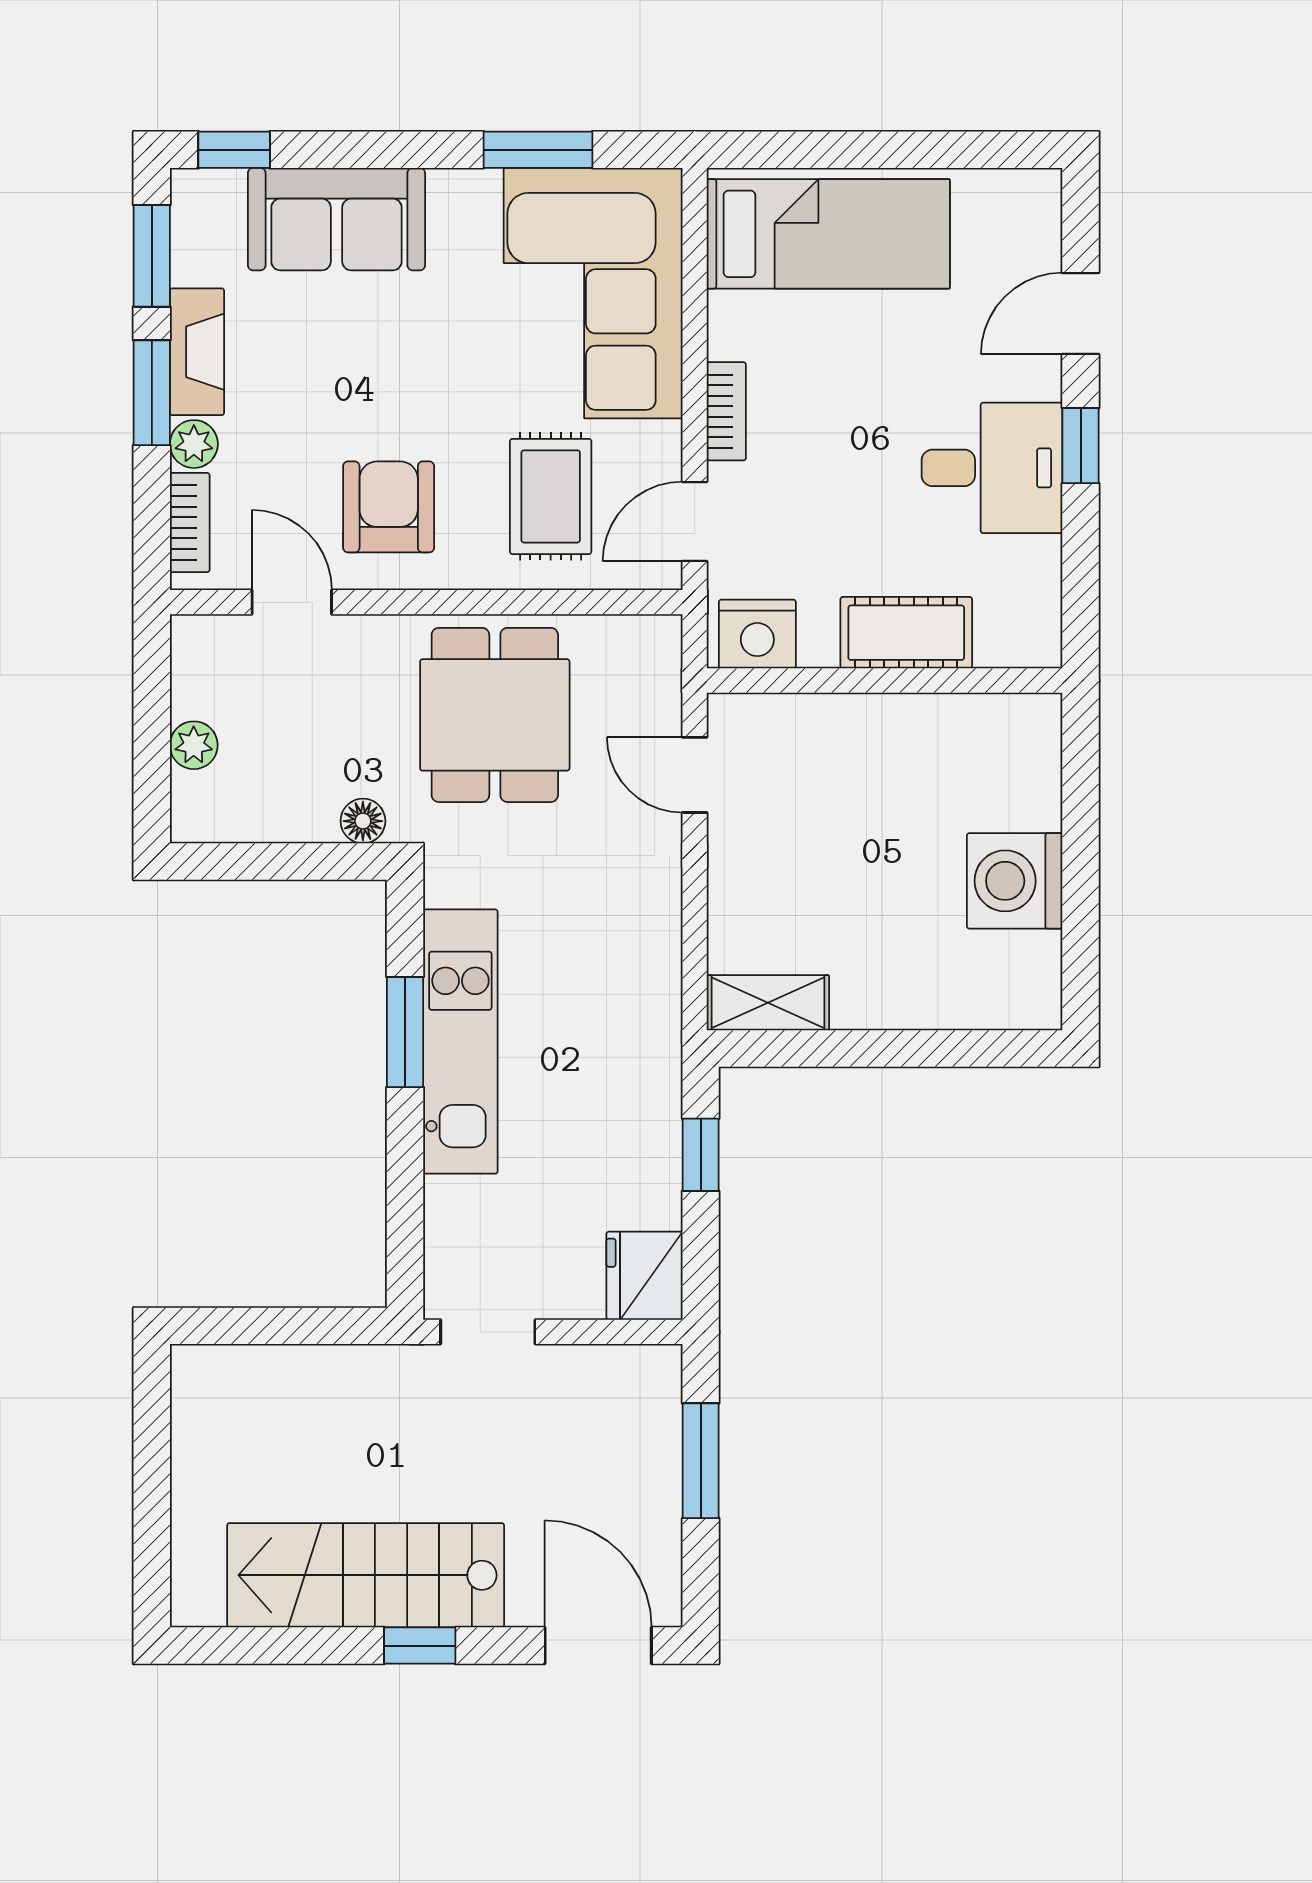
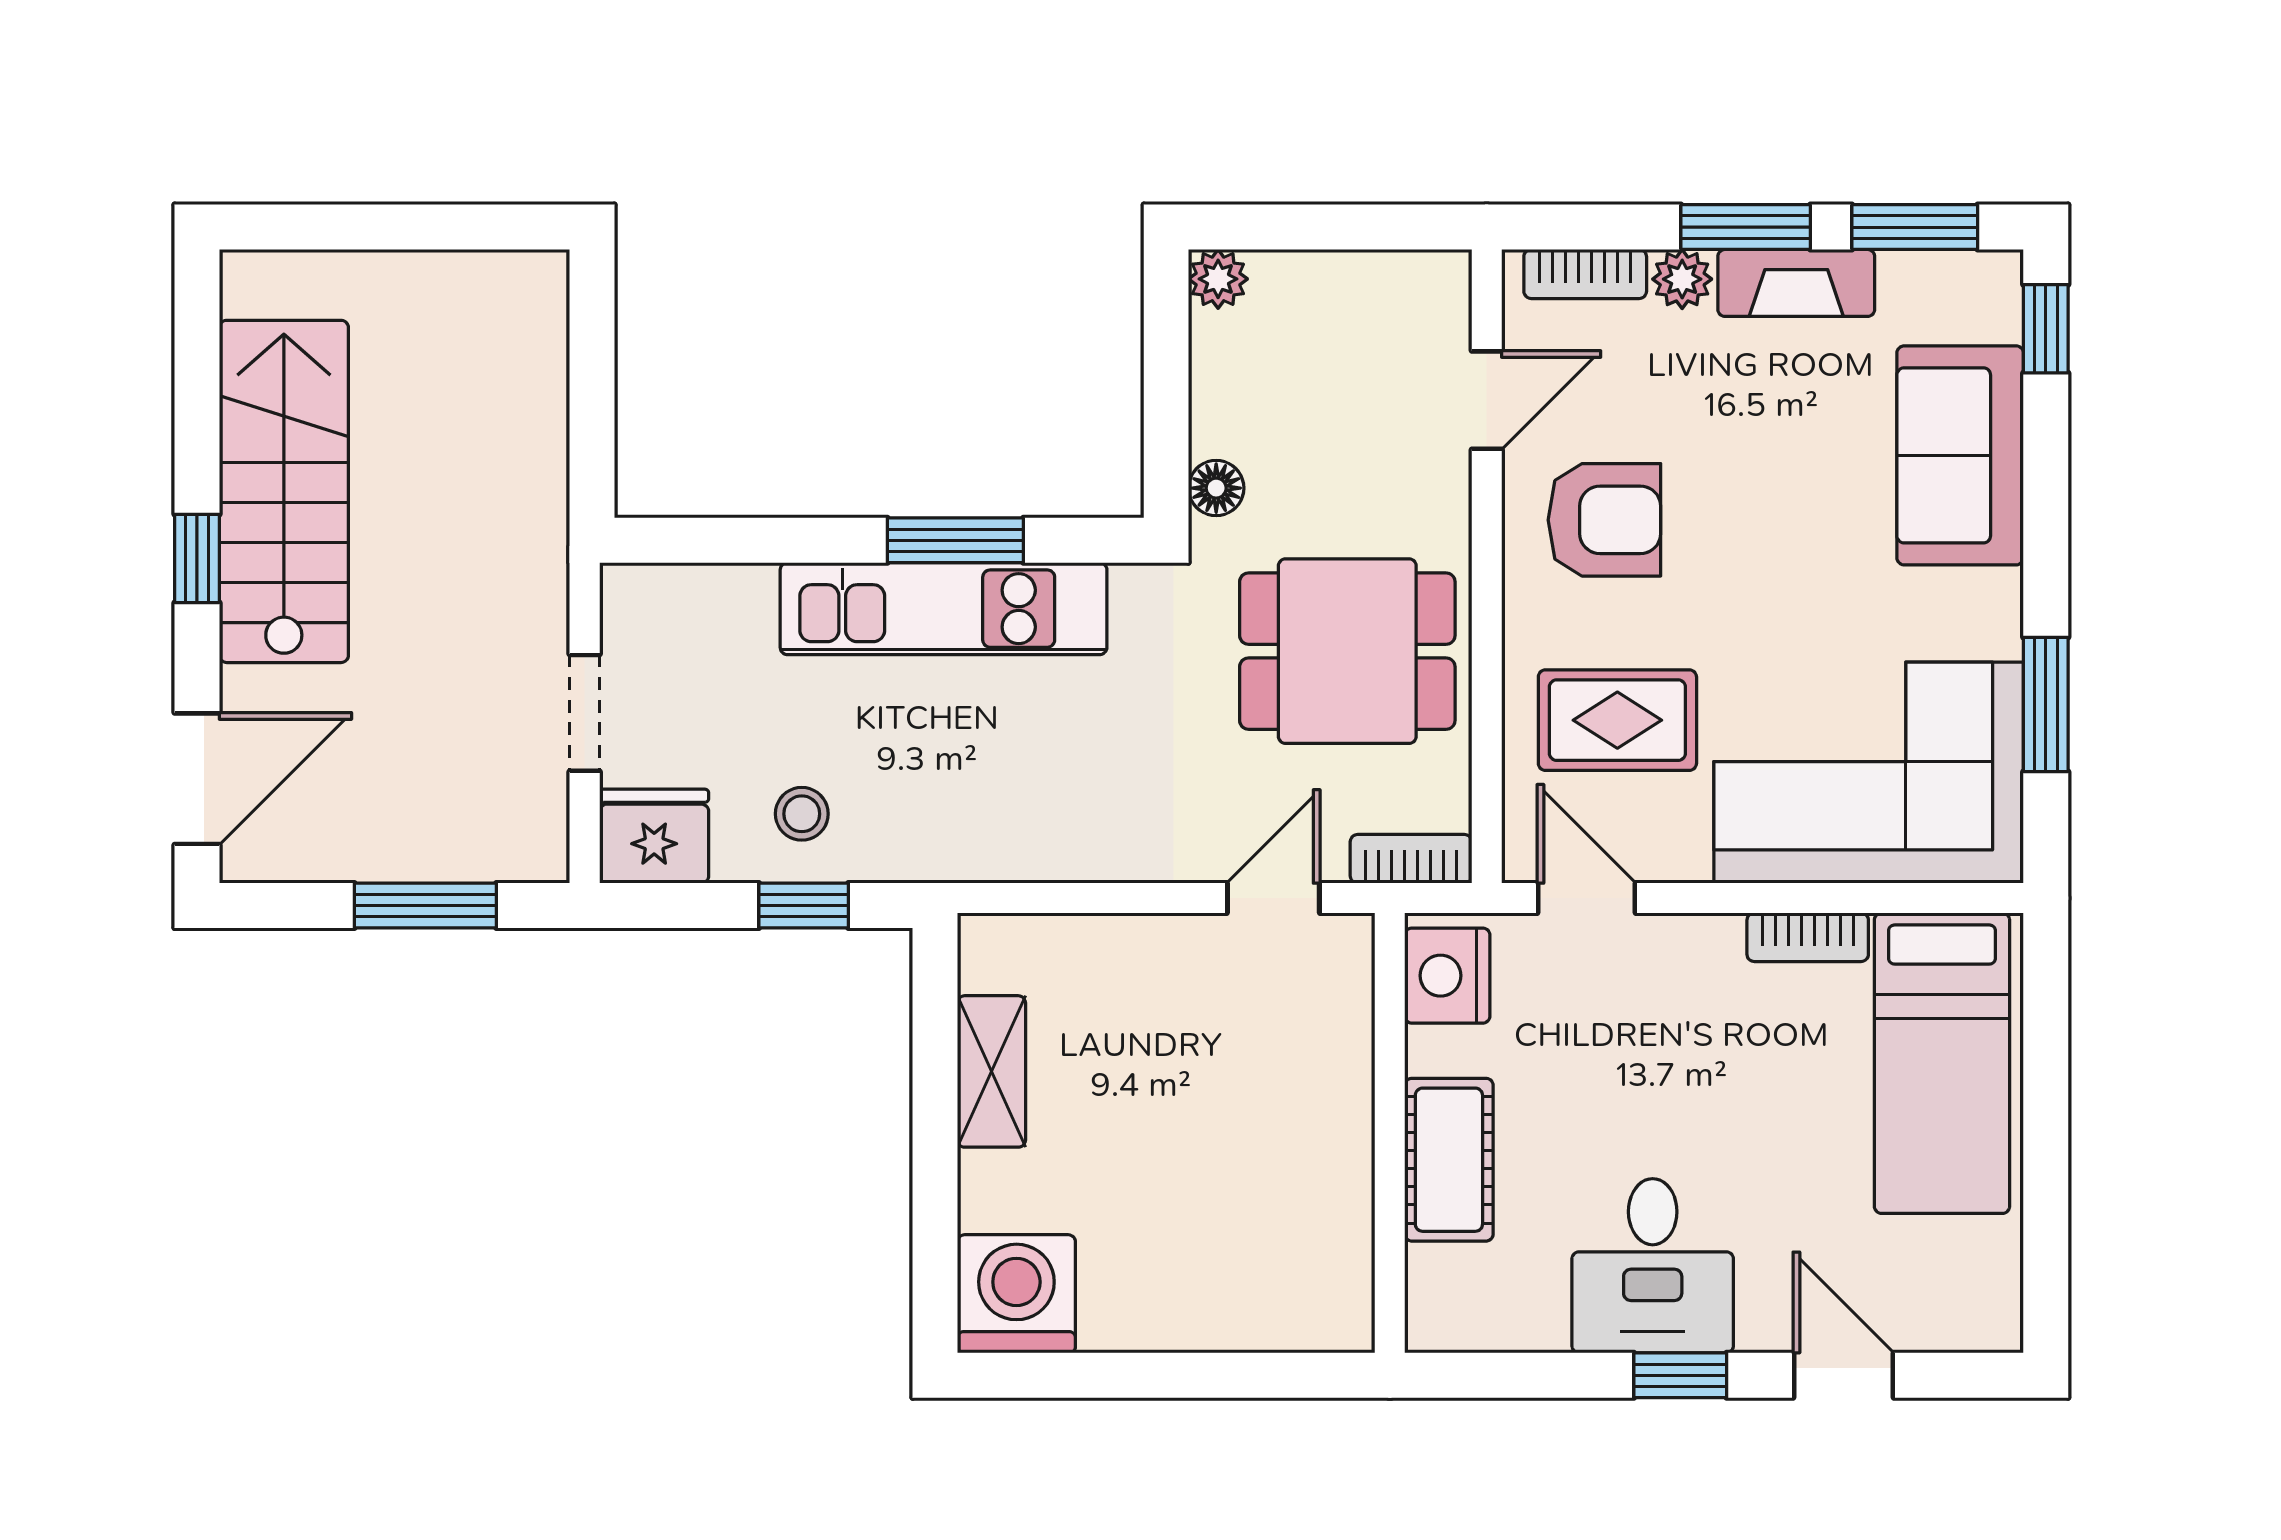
bookcase: (726, 411) -> (1808, 937), moved
bookcase: (663, 663) -> (1411, 859), added
plant: (194, 745) -> (1218, 279), moved
washing machine: (1015, 881) -> (1016, 1294), moved
shelving: (768, 1003) -> (991, 1071), moved
stool: (626, 1156) -> (802, 814), added
doorway: (488, 1332) -> (585, 713), moved

